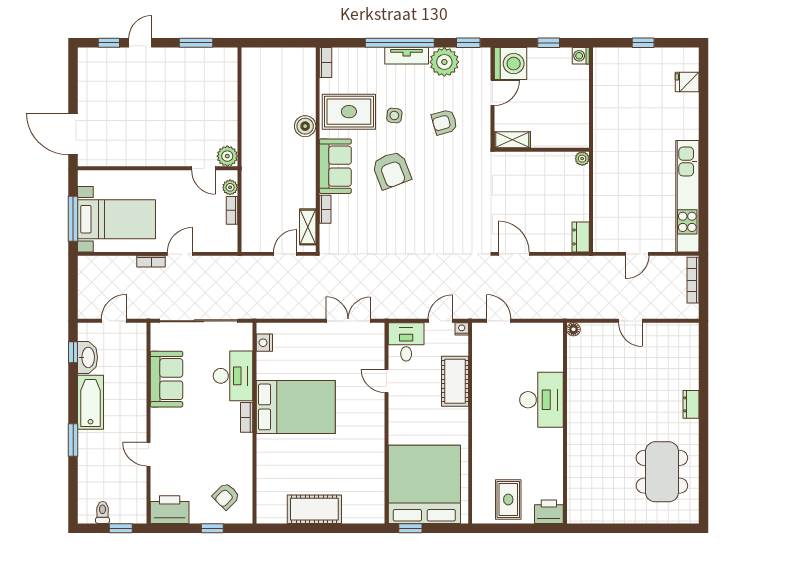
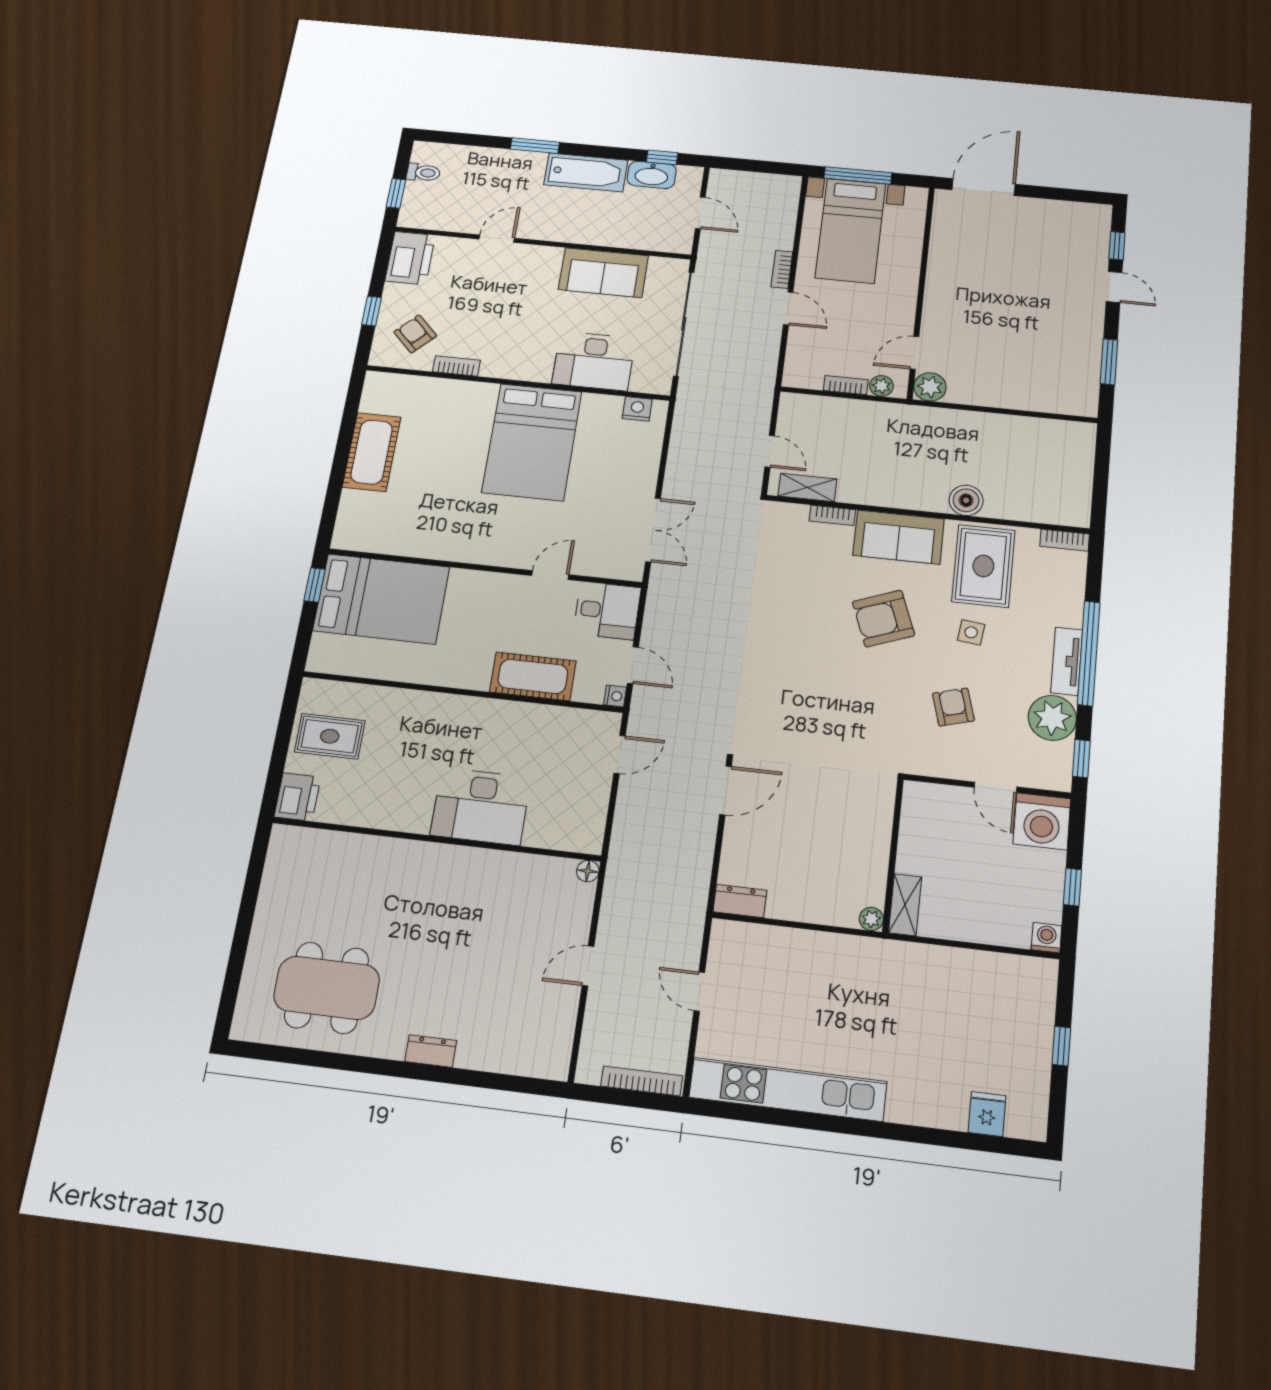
shelving: (512, 140) -> (905, 905), moved
bookcase: (247, 417) -> (456, 366), moved
bed: (424, 484) -> (381, 599), width x0.73

